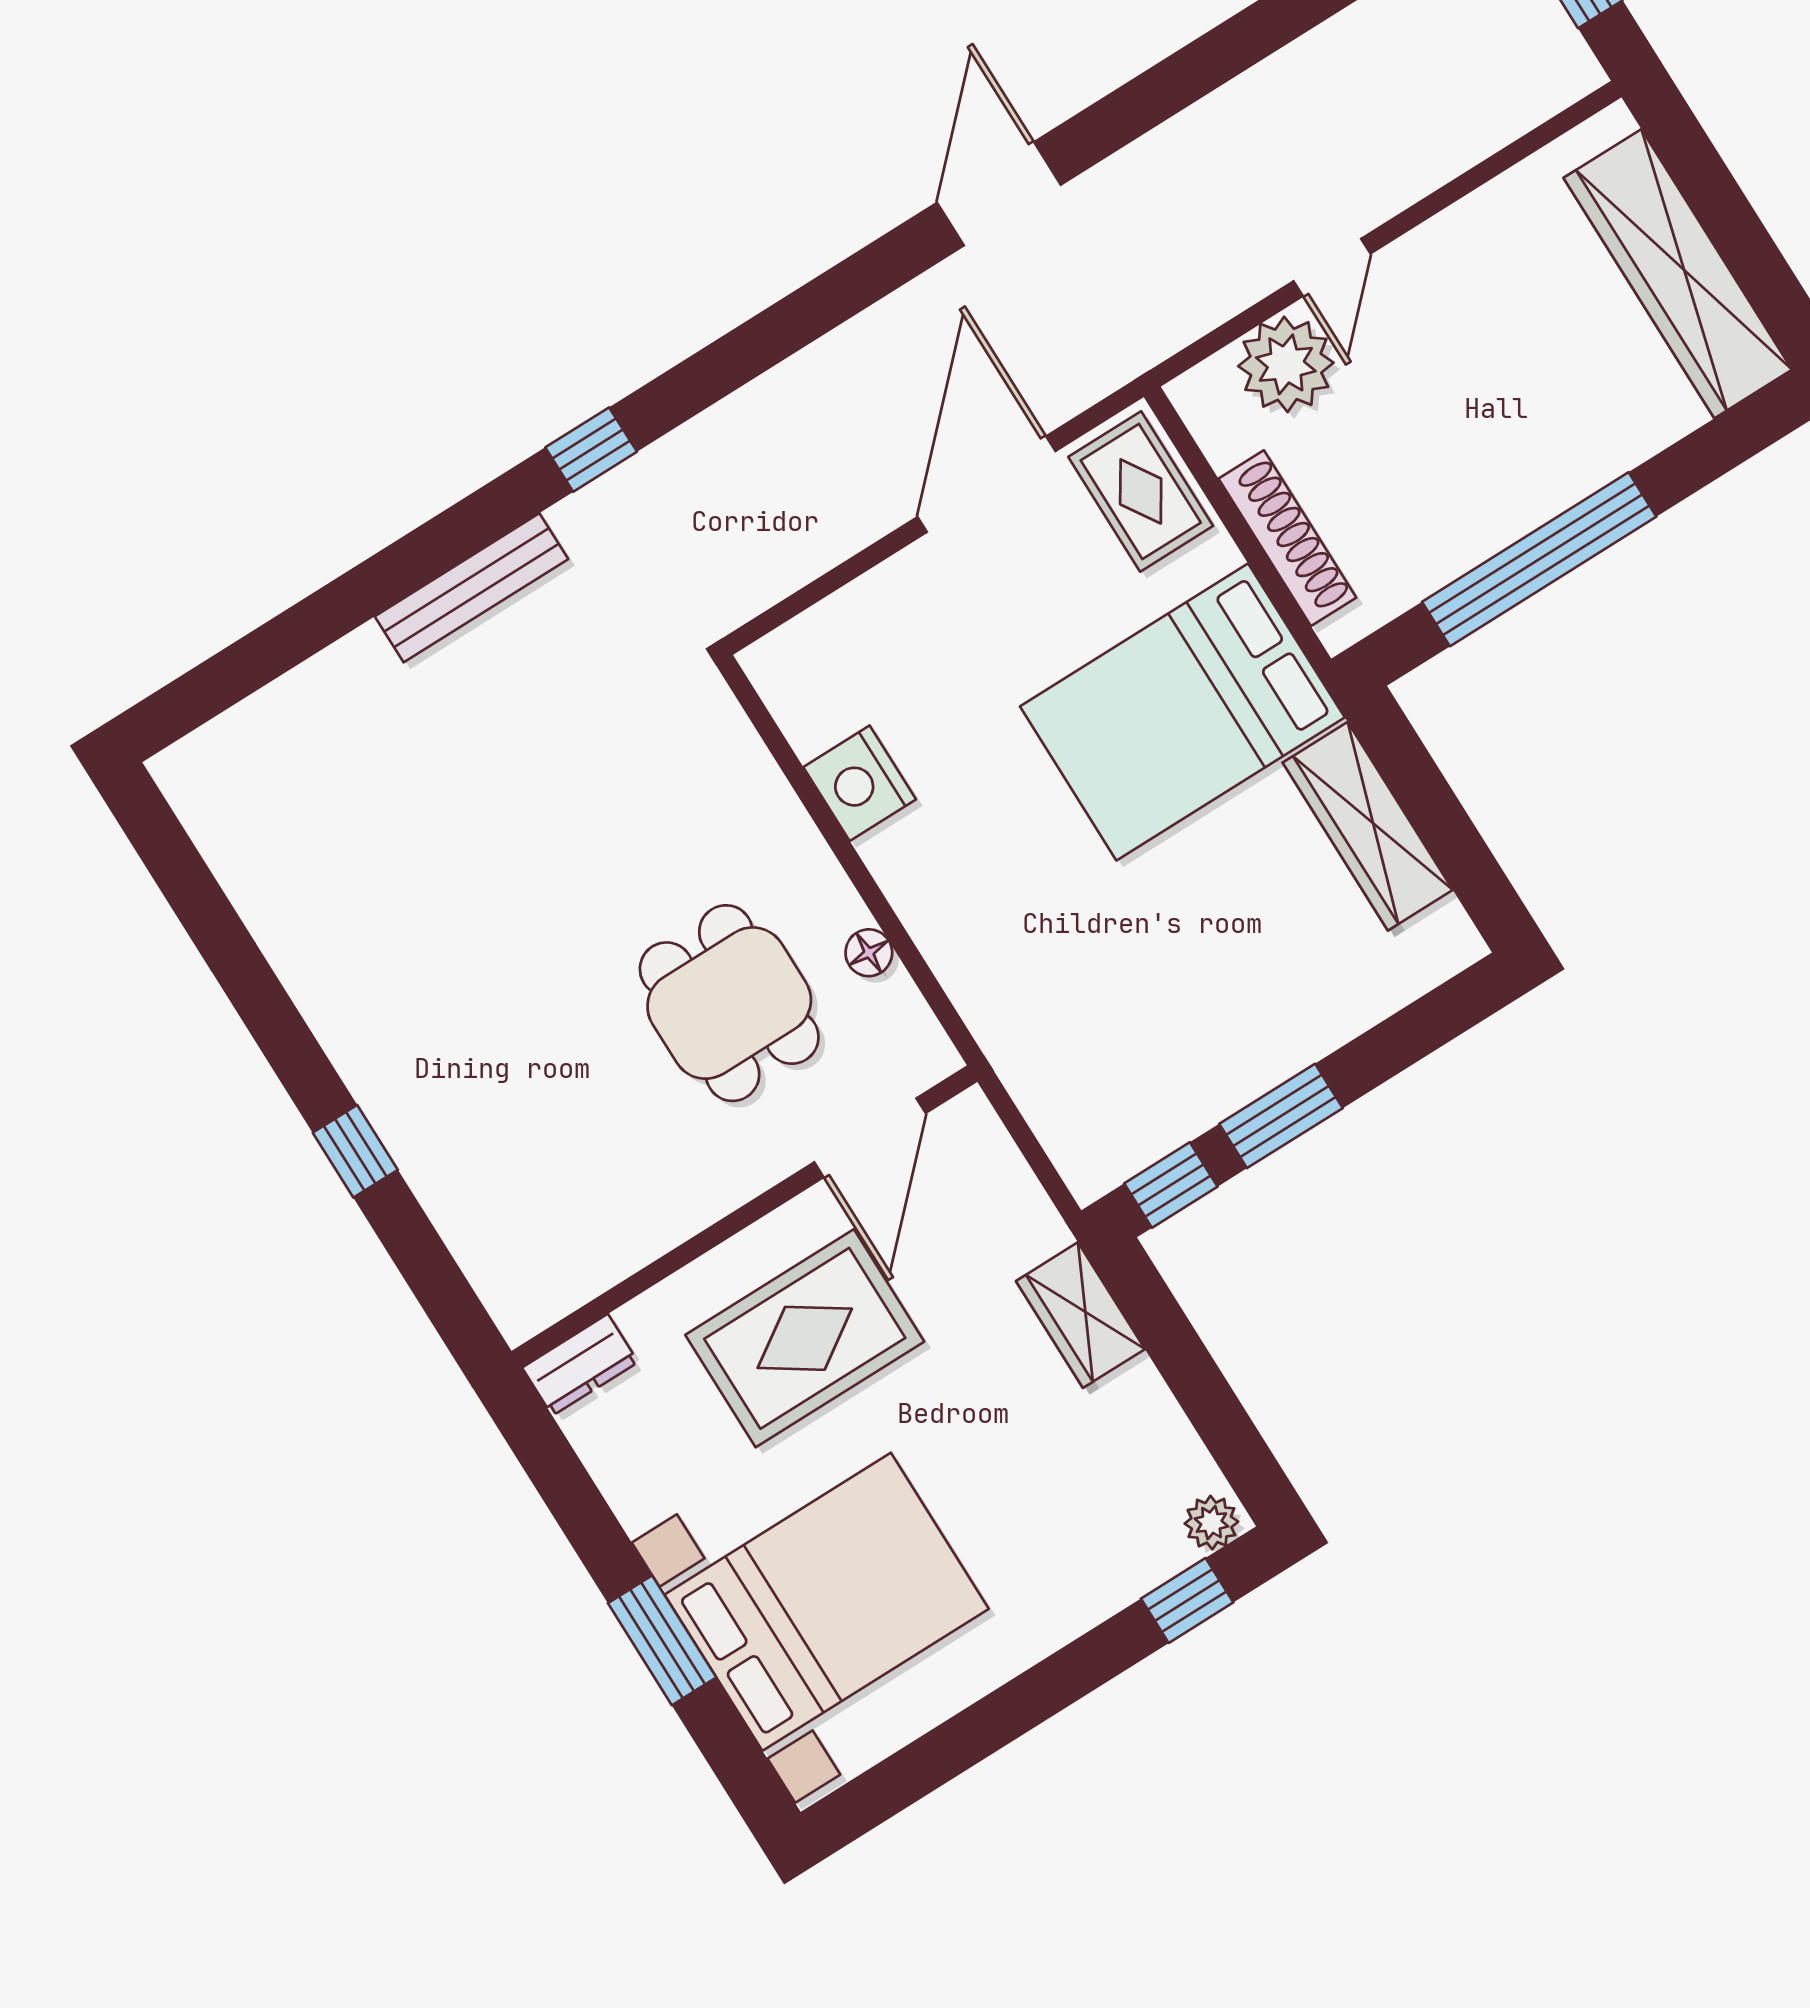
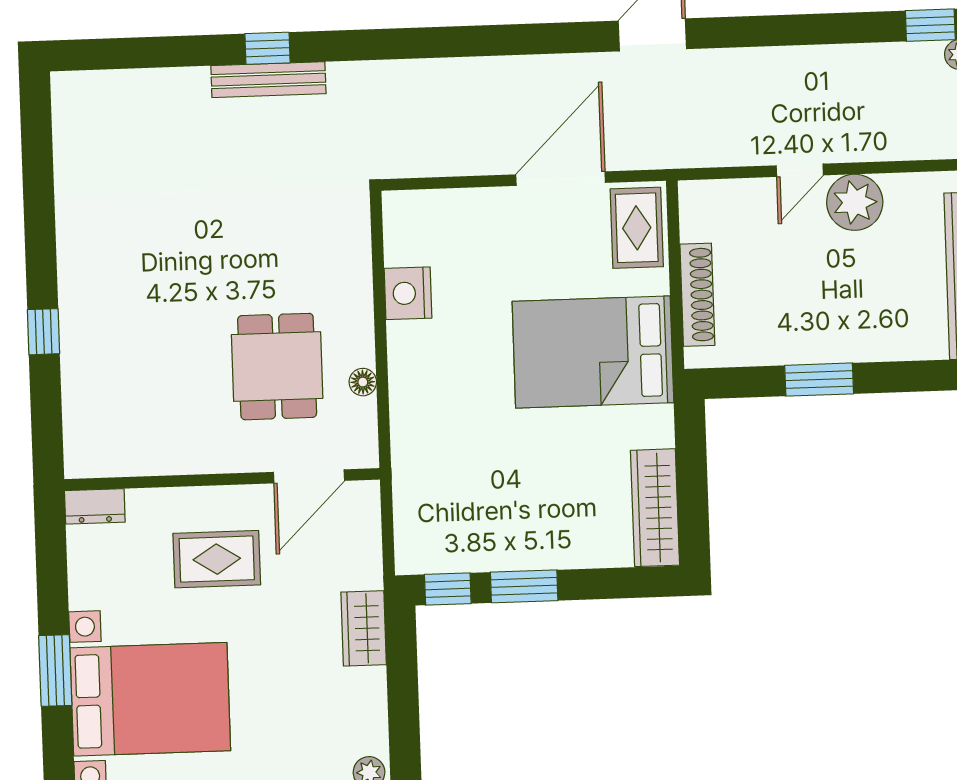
plant: (1286, 364) -> (855, 202), moved
window: (591, 450) -> (267, 48), moved
window: (1539, 559) -> (819, 380), width x0.47
wardrobe: (1368, 826) -> (655, 508), moved
rug: (805, 1338) -> (217, 559), width x0.73, depth x0.70

